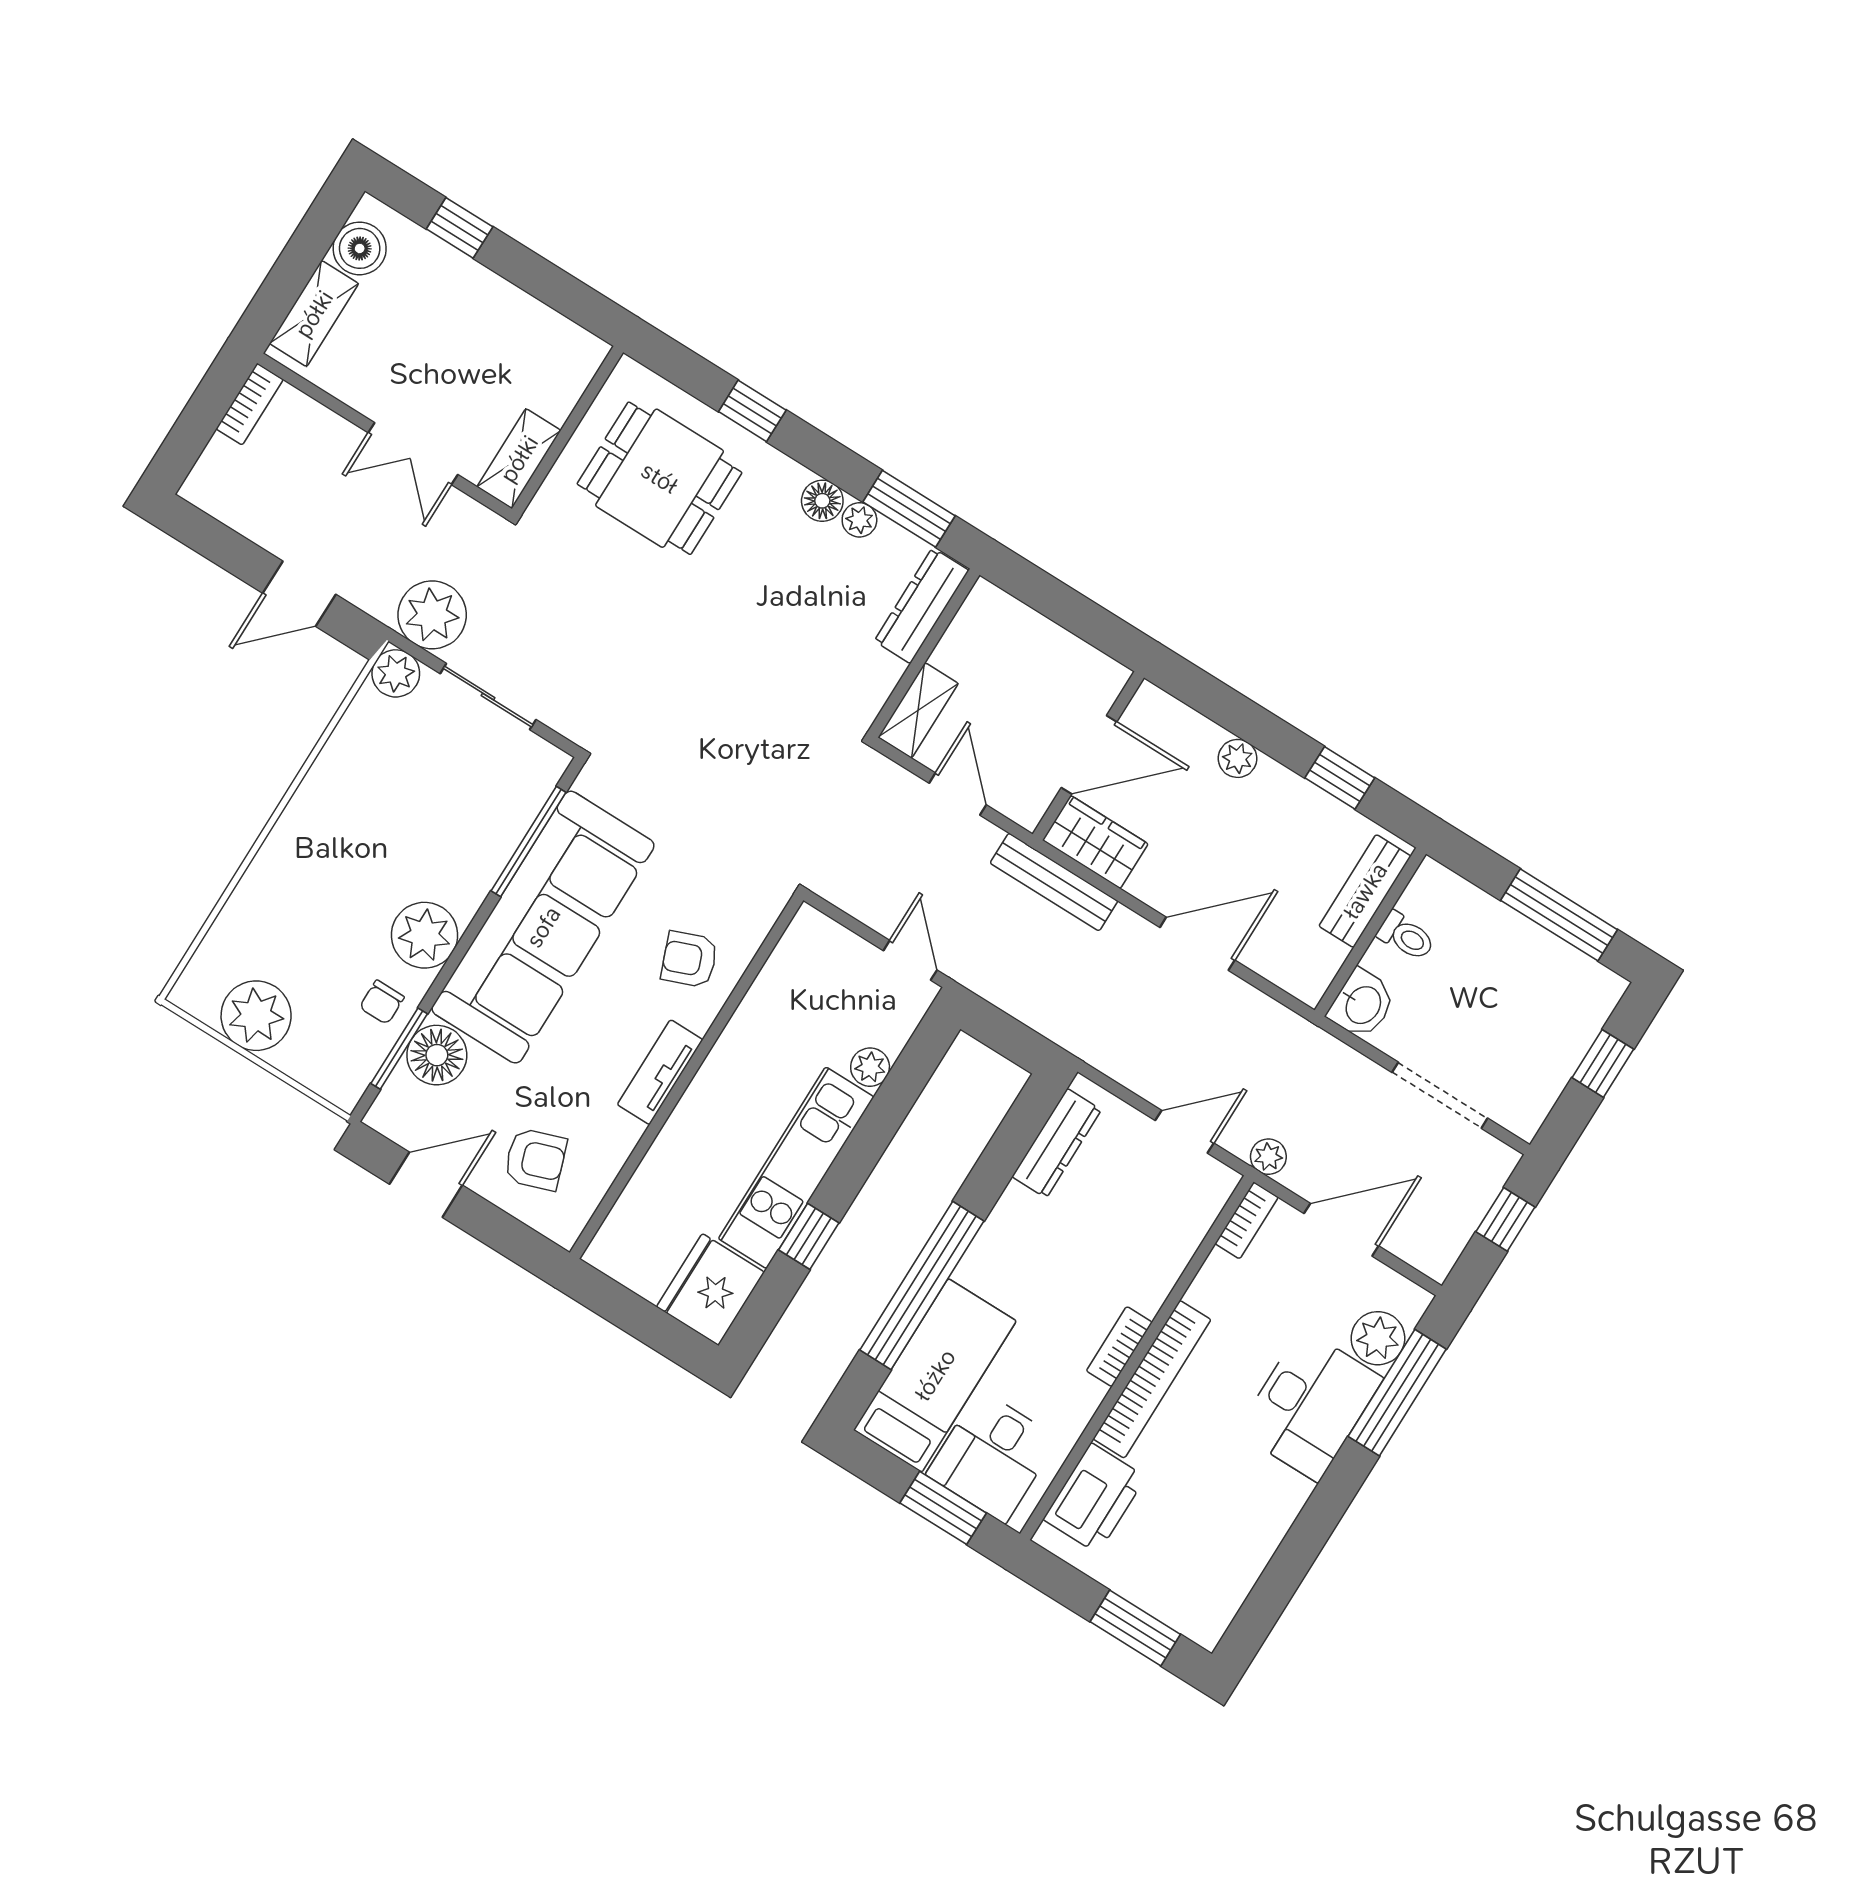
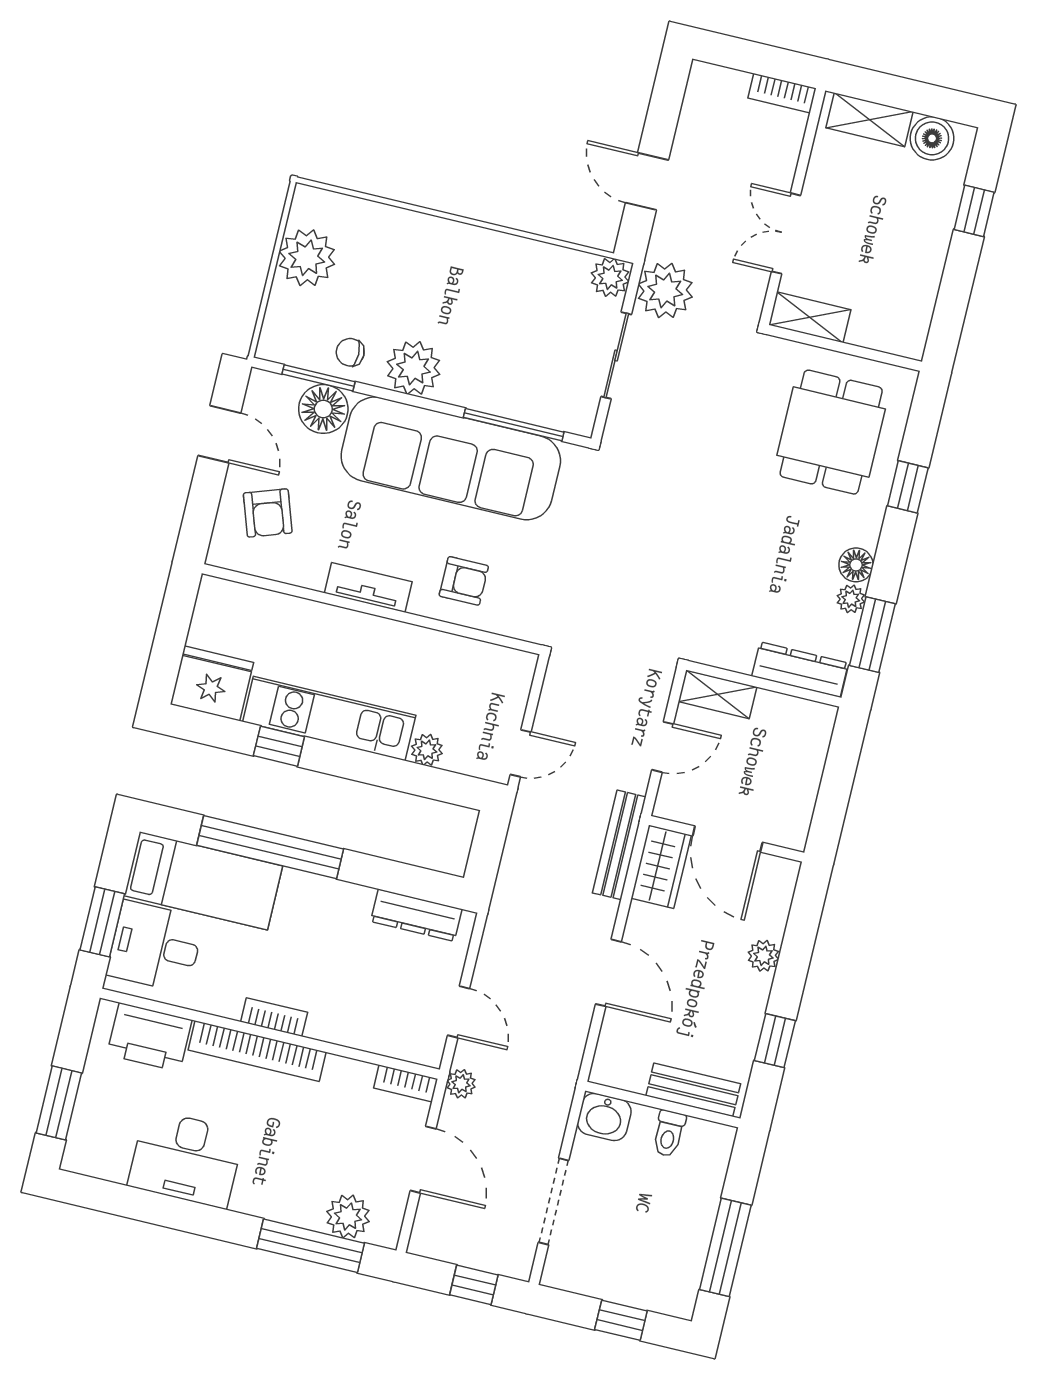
armchair: (689, 959) -> (464, 581), turned 111
desk: (1310, 1405) -> (186, 1159), moved

